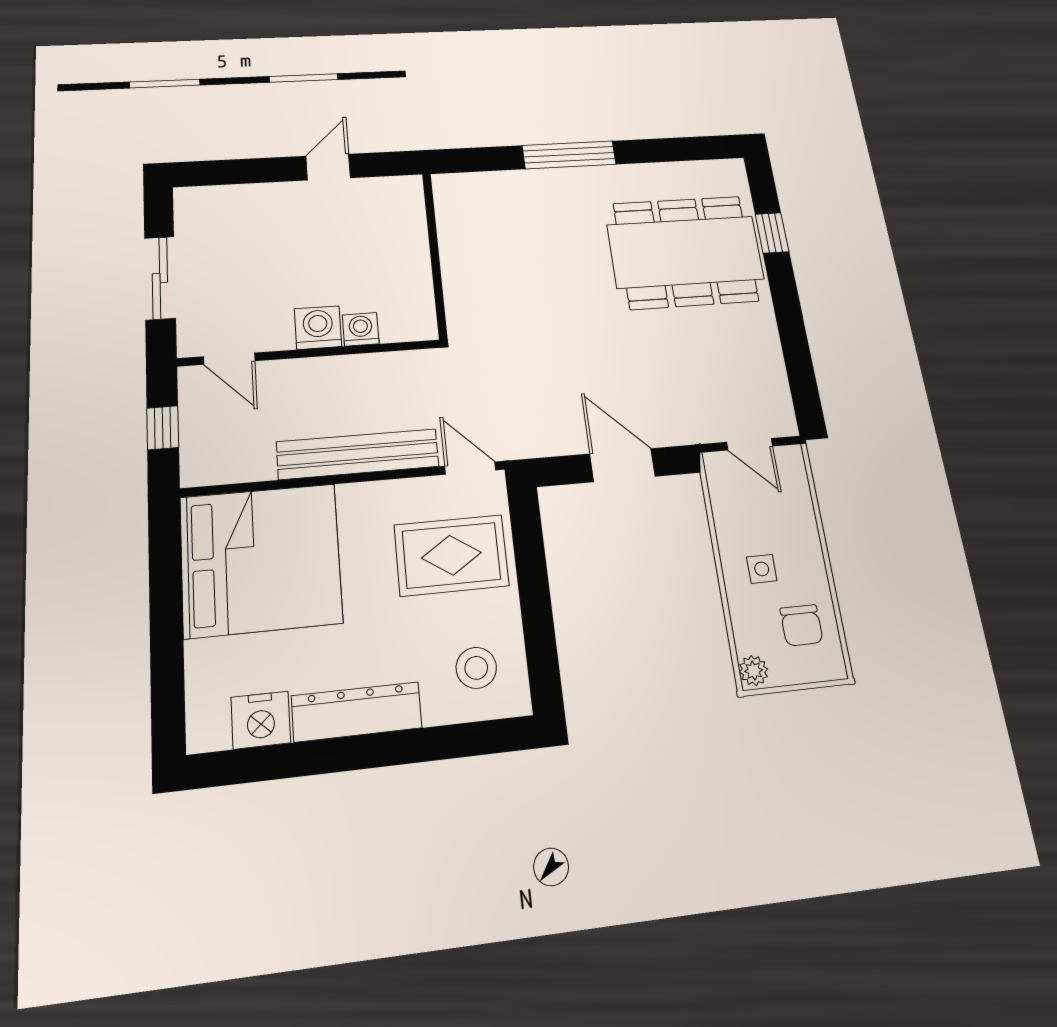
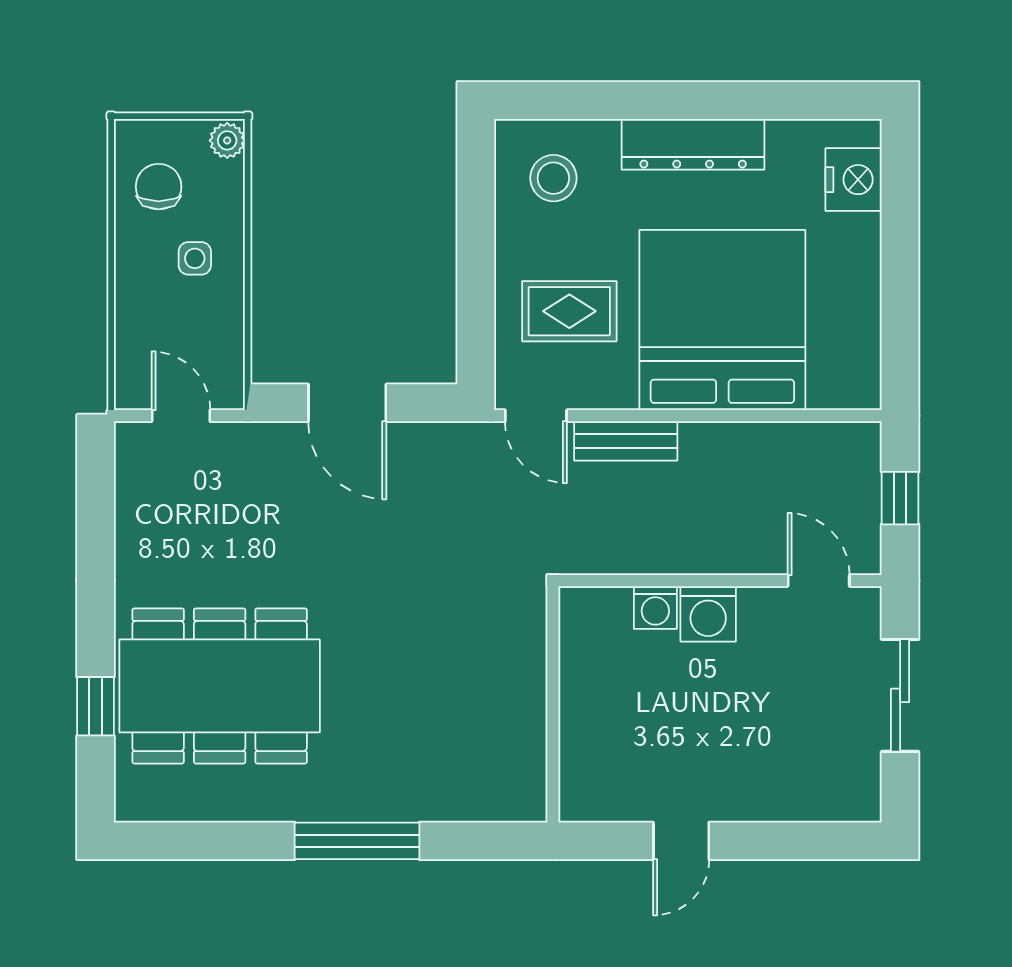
bench: (358, 454) -> (626, 441), width x0.54, depth x0.82
rug: (451, 555) -> (569, 311), width x0.73, depth x0.70
bed: (261, 560) -> (722, 320), moved, turned 90
nightstand: (261, 720) -> (854, 180), moved, turned 90

